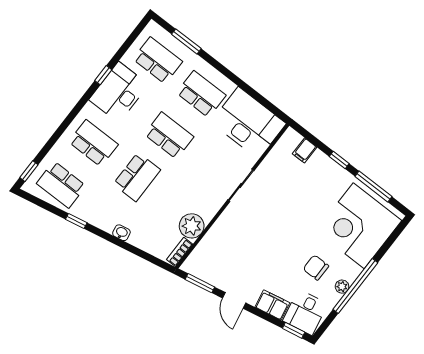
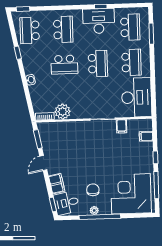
filing cabinet: (268, 170) -> (122, 126), added

